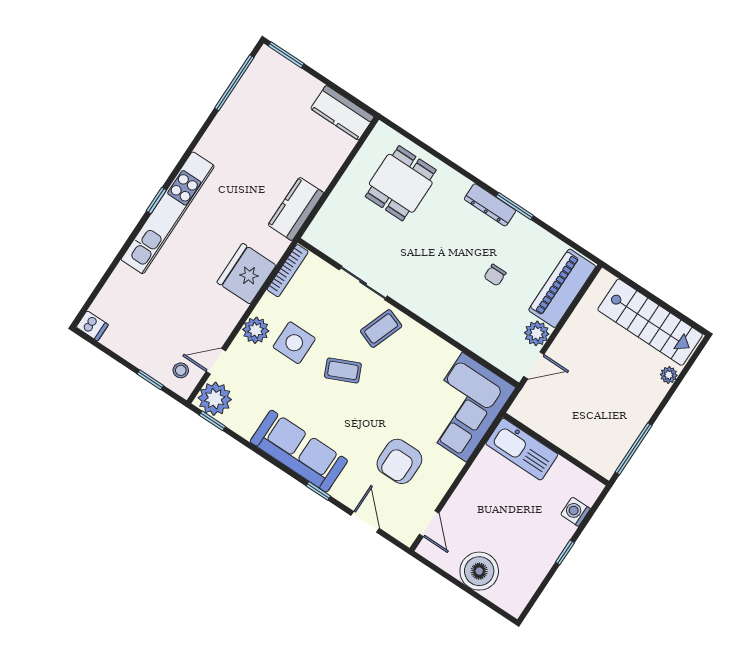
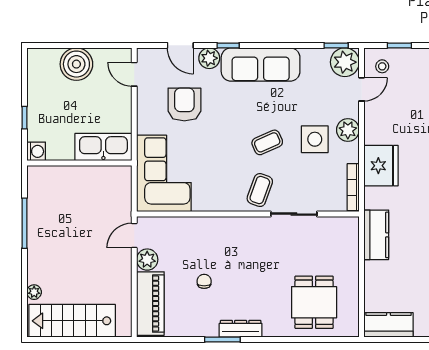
kitchen sink: (522, 449) -> (103, 147), moved
wall: (556, 449) -> (79, 163), moved
plant: (345, 491) -> (209, 58), added

